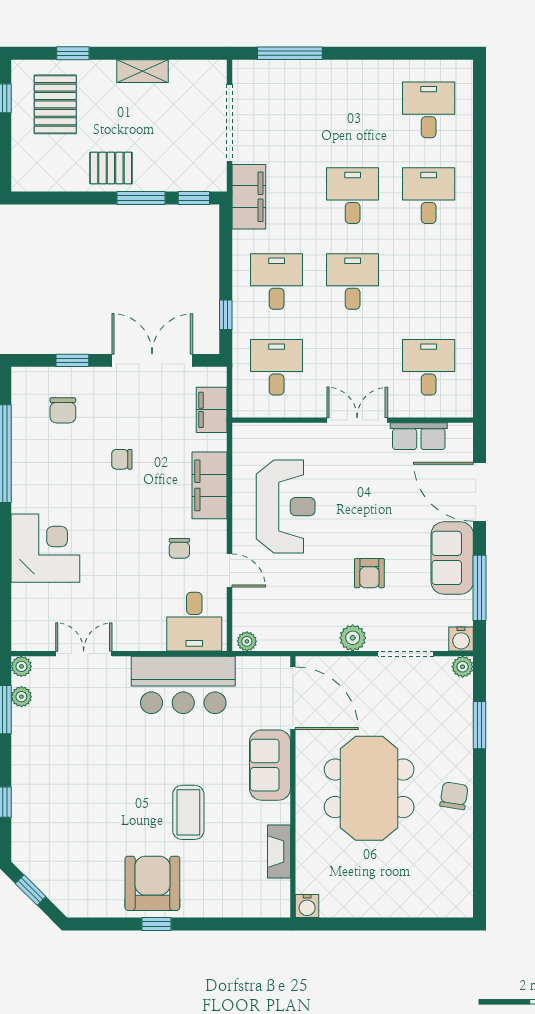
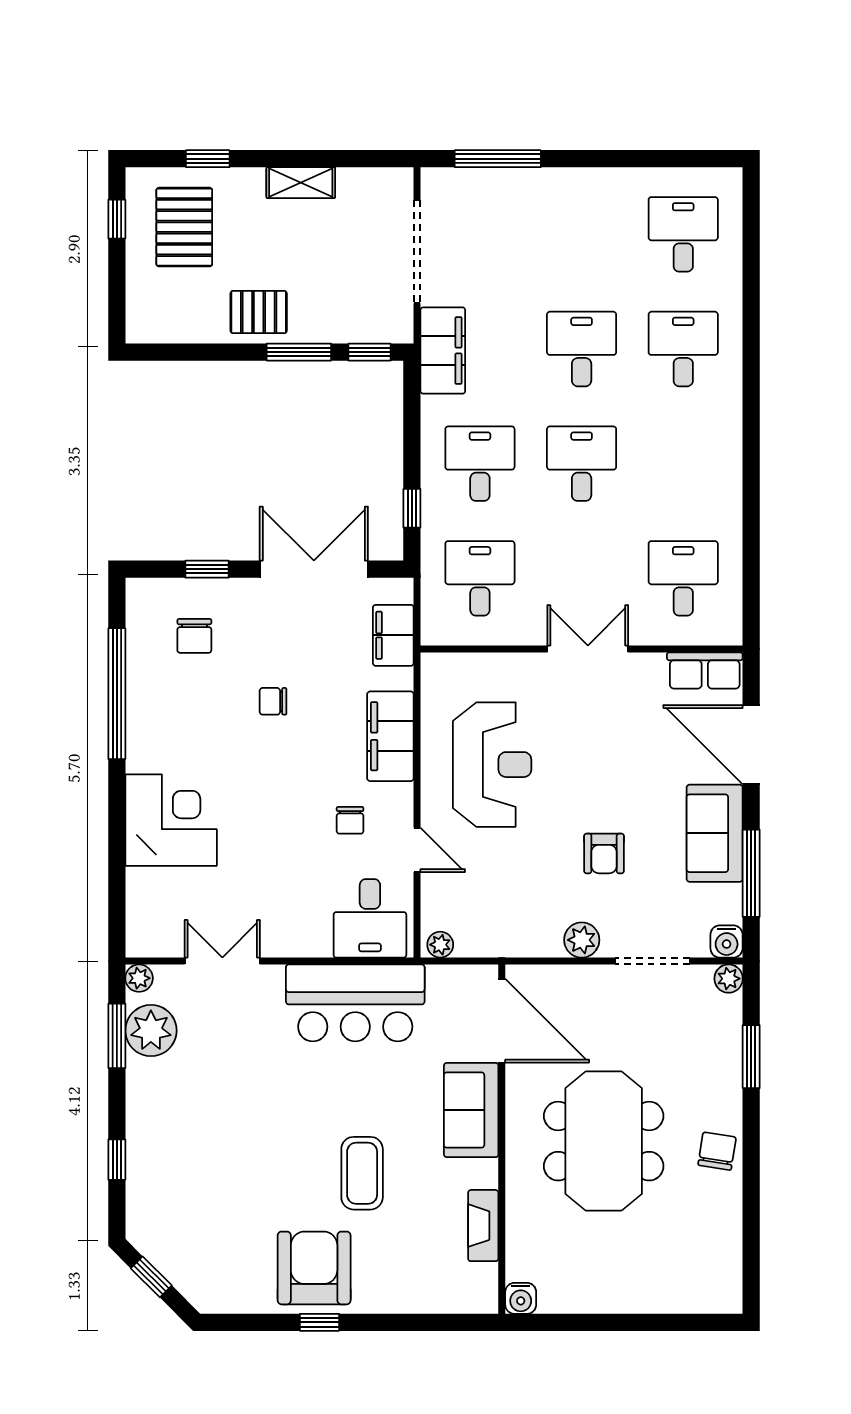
row of seats: (419, 436) -> (705, 670), moved
plant: (21, 697) -> (151, 1031), width x1.88, depth x1.88

